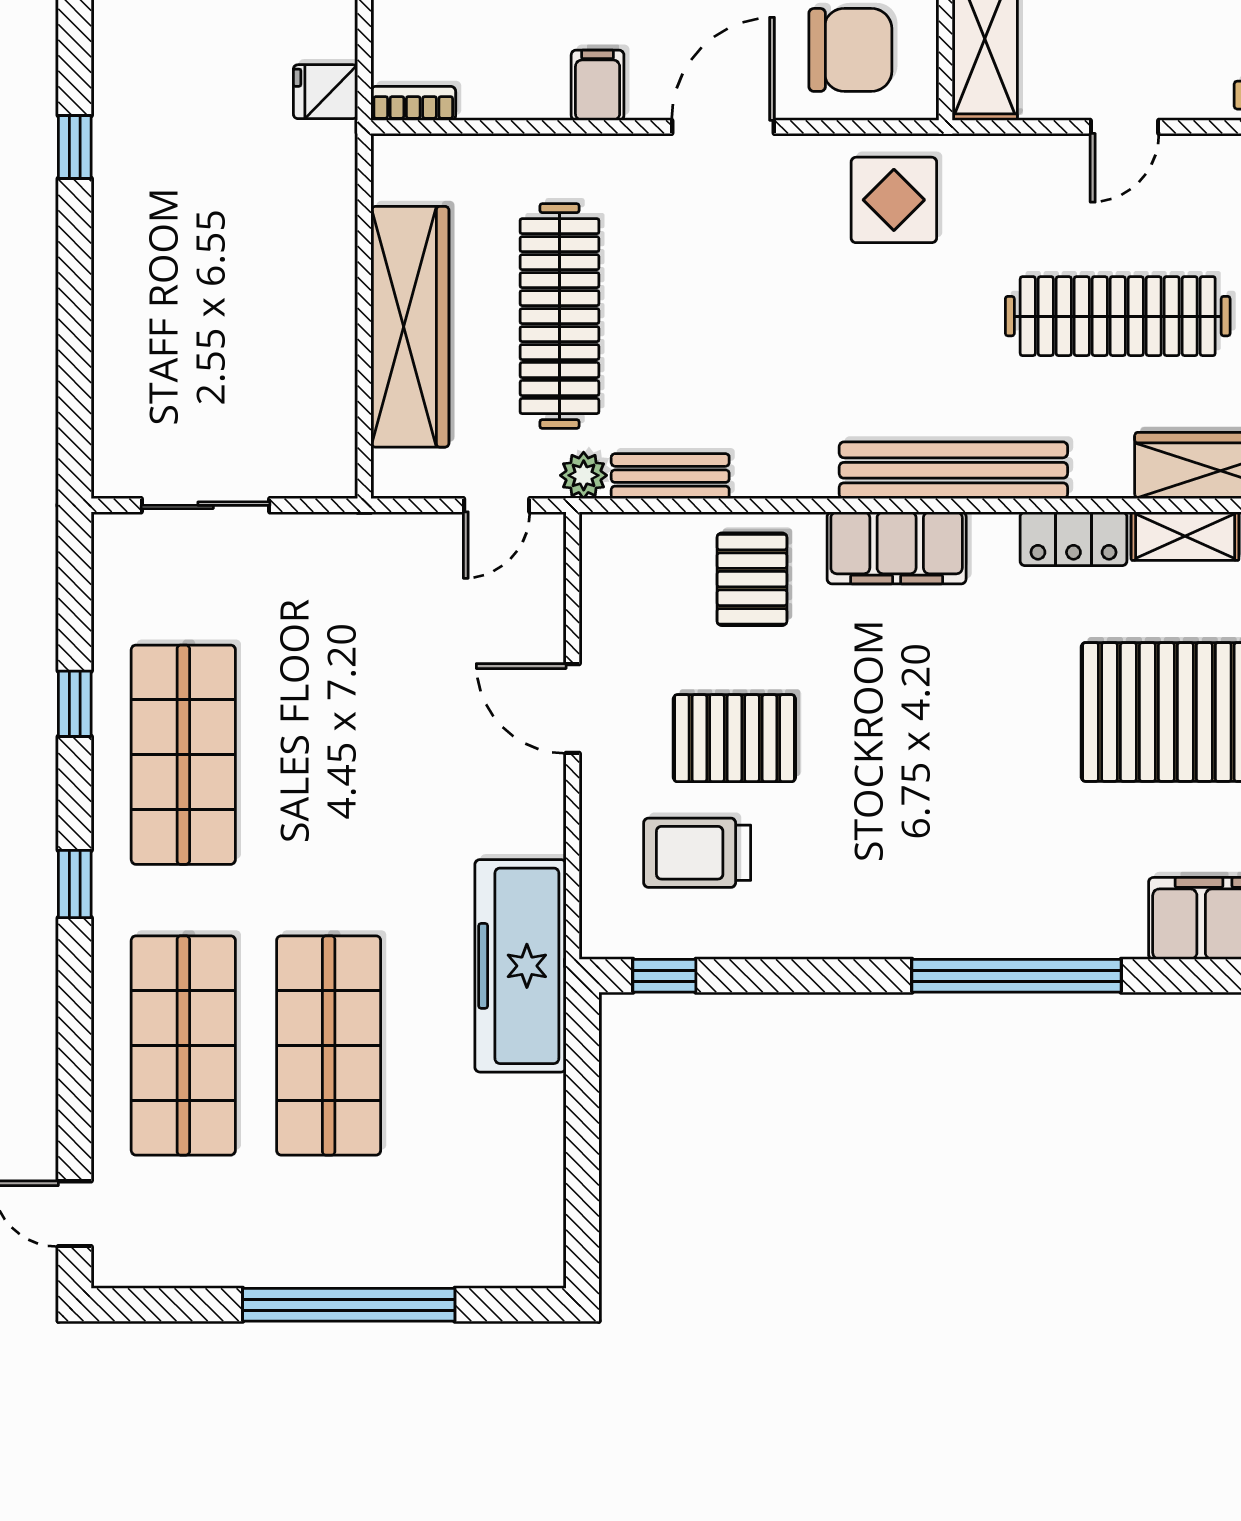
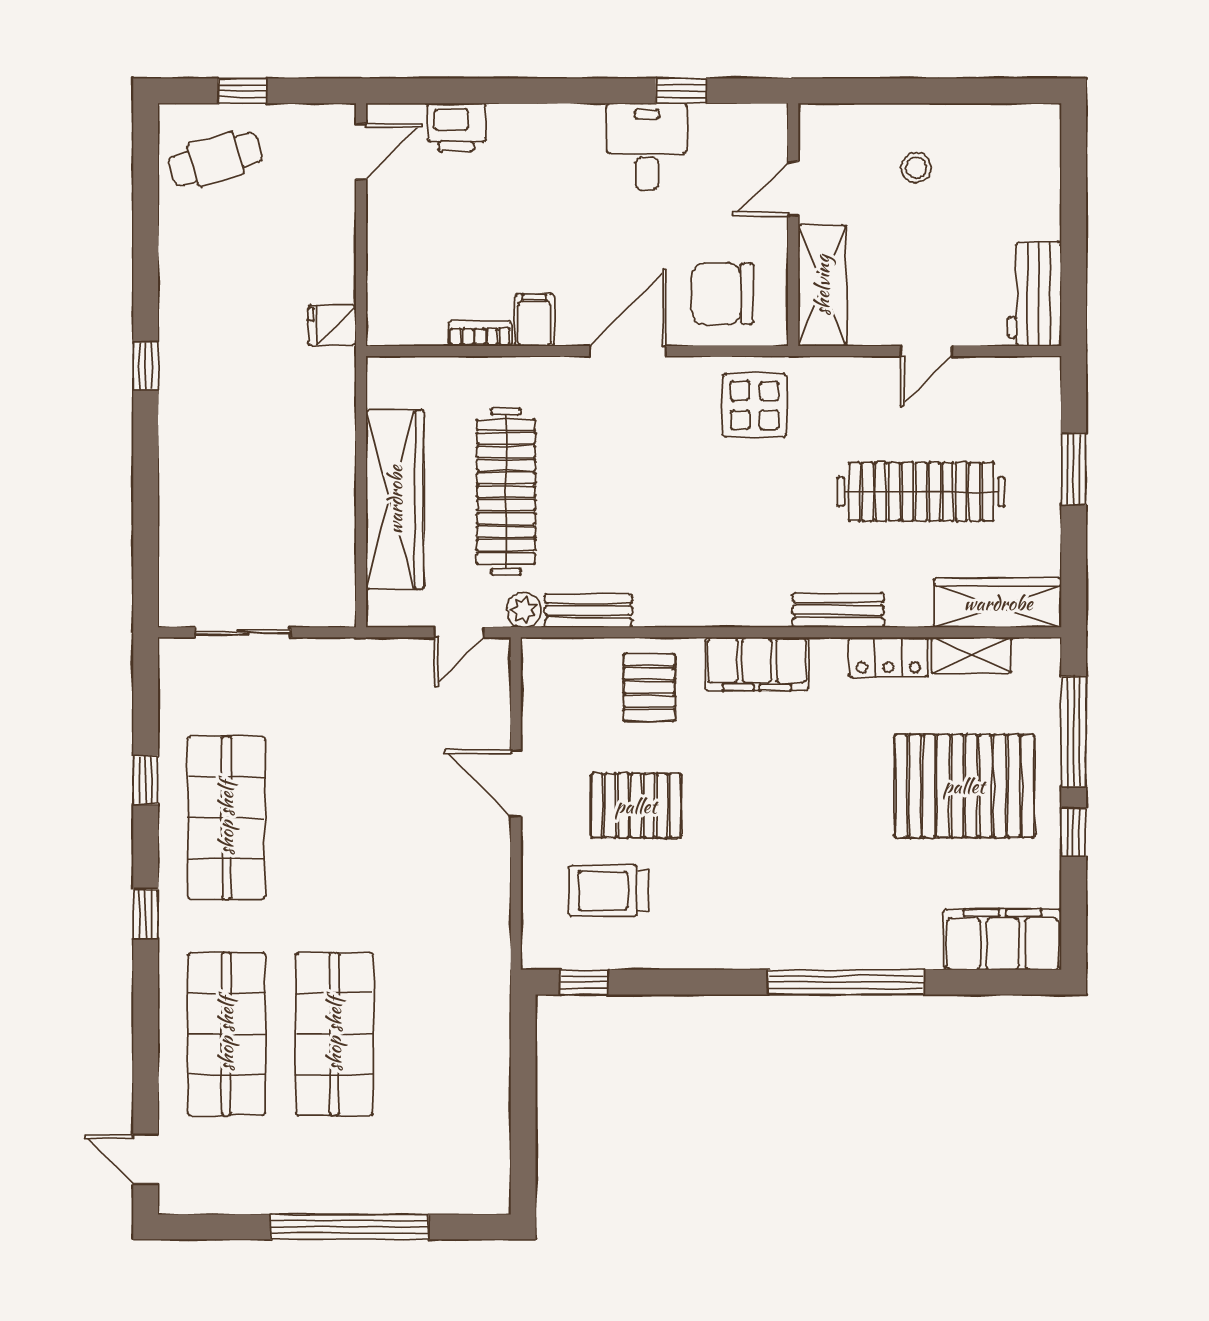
chair: (850, 50) -> (722, 294), turned 180
bookcase: (413, 103) -> (480, 334), moved
bench: (953, 470) -> (838, 610), width x0.54, depth x0.82
freezer: (520, 966) -> (477, 975), removed

